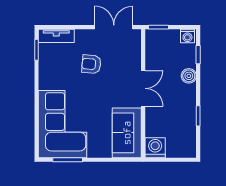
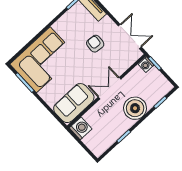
washing machine: (187, 36) -> (146, 65), moved
boiler: (189, 76) -> (135, 108), width x1.86, depth x1.86
double door: (143, 88) -> (110, 88), swing flipped

